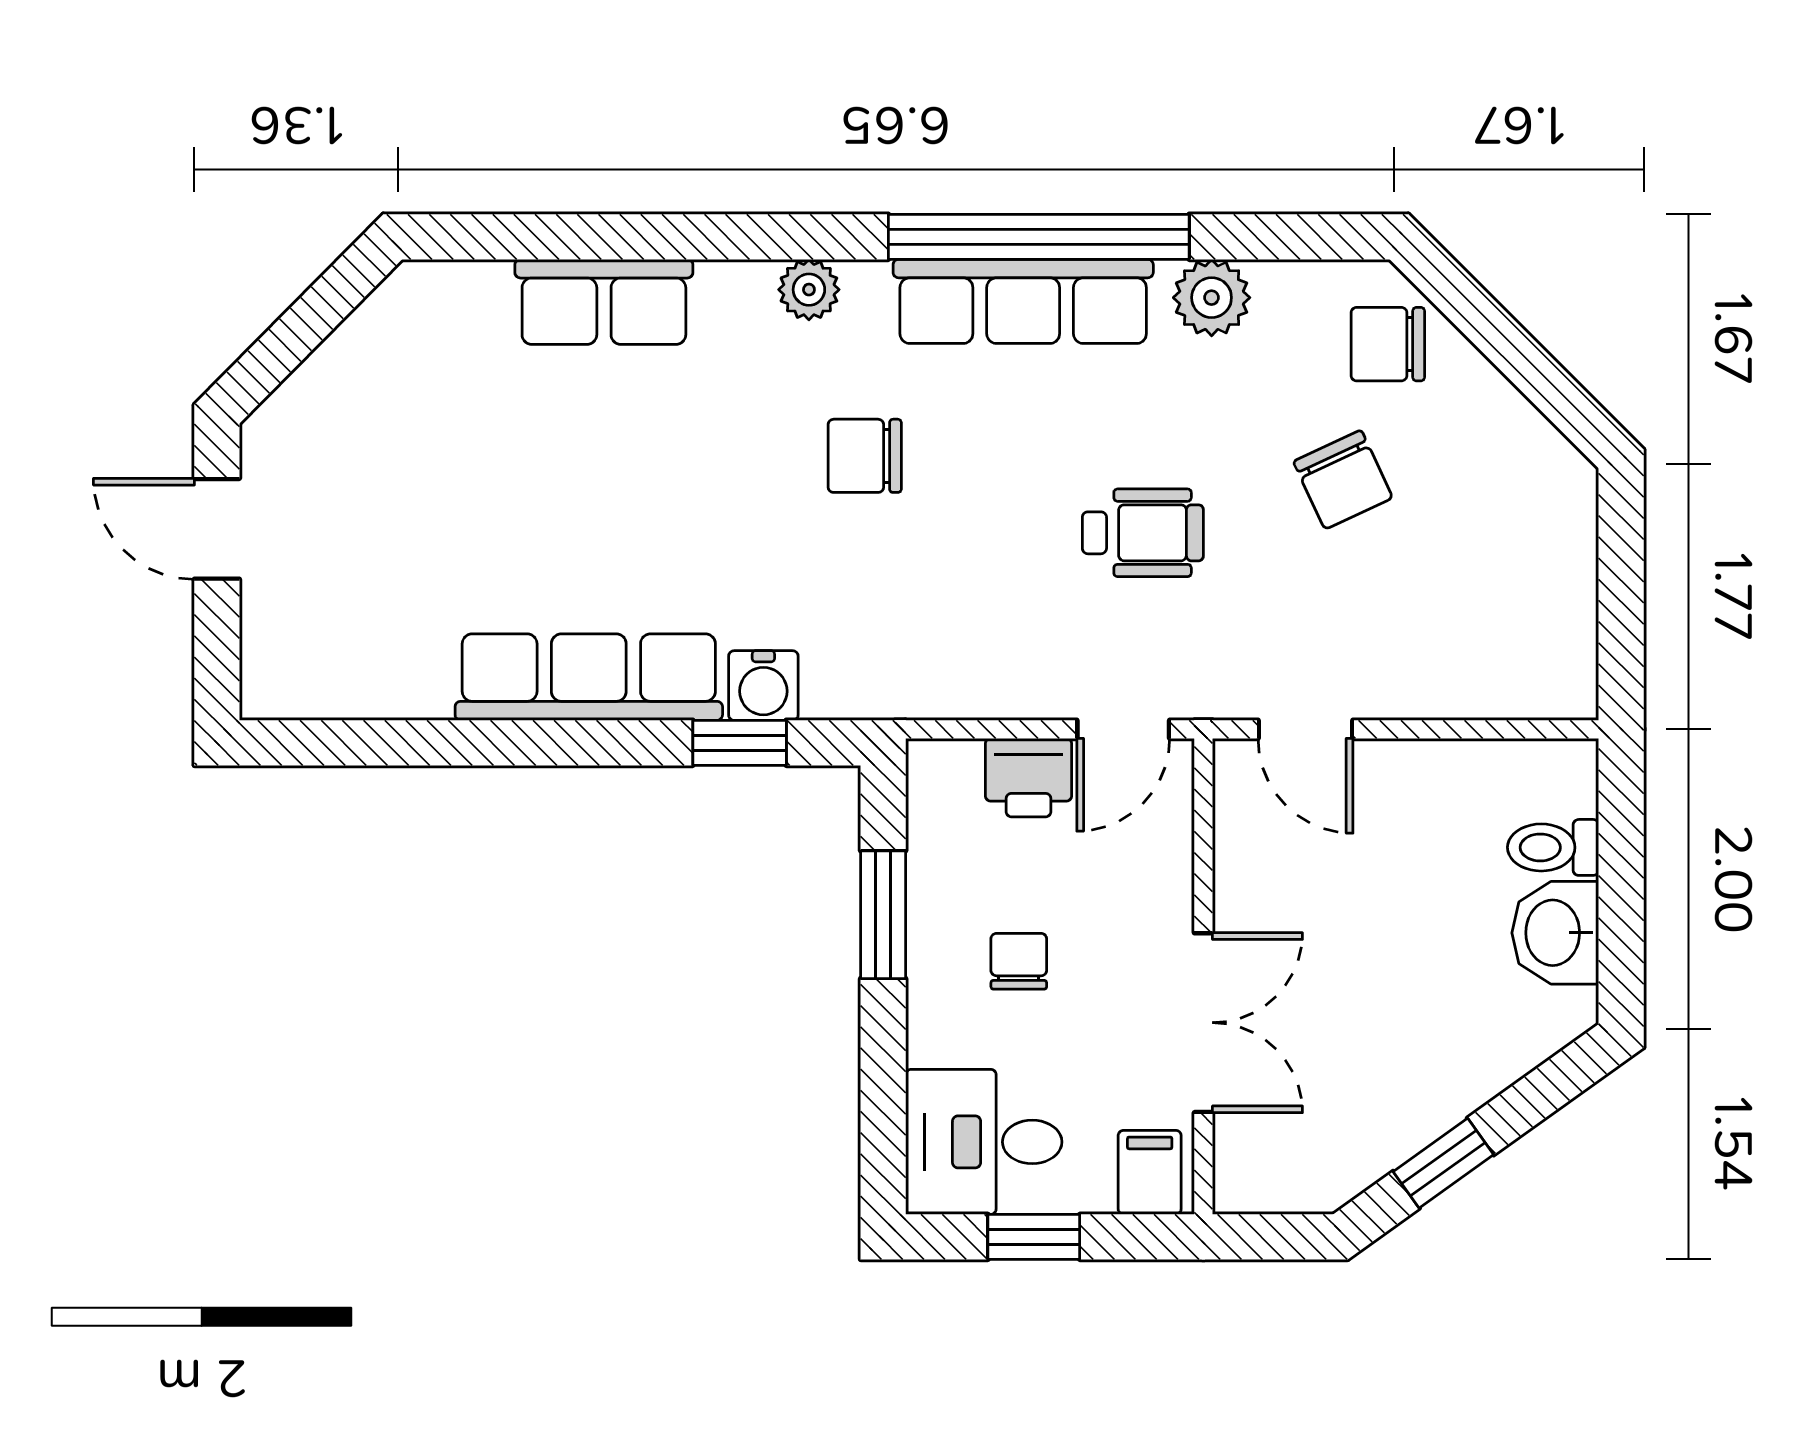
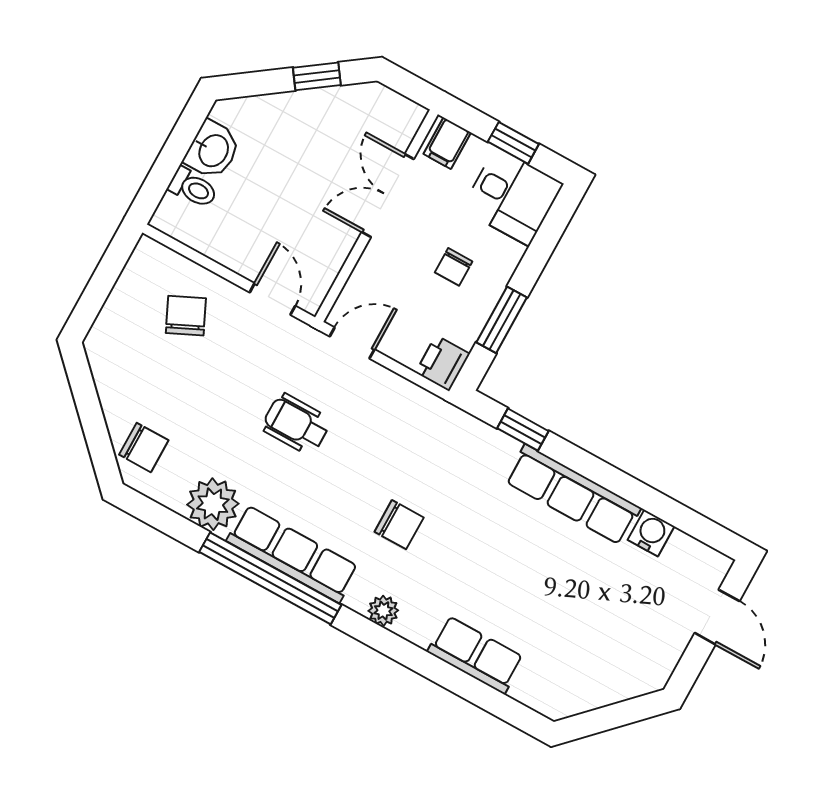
plant: (1212, 298) -> (213, 504), width x1.36, depth x1.36
chair: (1343, 480) -> (186, 316), moved
door: (217, 529) -> (717, 617), moved
water cooler: (763, 686) -> (651, 533), moved
printer: (1029, 778) -> (443, 363), moved, turned -90

